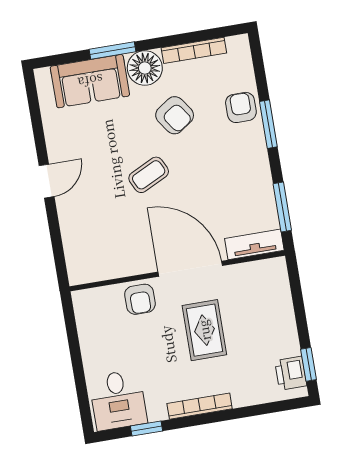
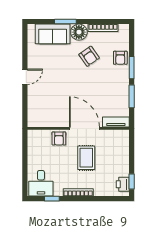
armchair: (241, 107) -> (120, 58), turned 180
coffee table: (149, 175) -> (73, 82), removed
window: (282, 207) -> (132, 96), moved

